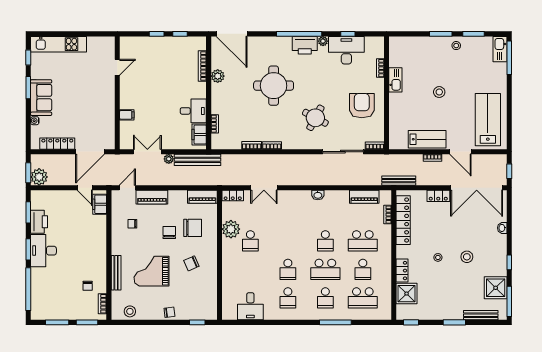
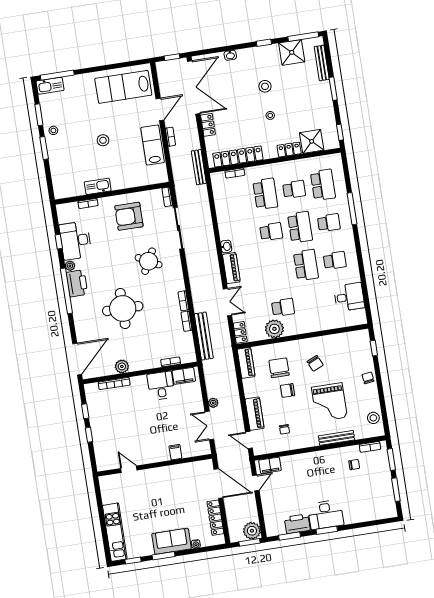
bench: (198, 160) -> (204, 336), moved
piano: (364, 197) -> (231, 268), moved
school desk: (288, 269) -> (306, 265), width x1.85
window: (28, 289) -> (367, 524), removed

